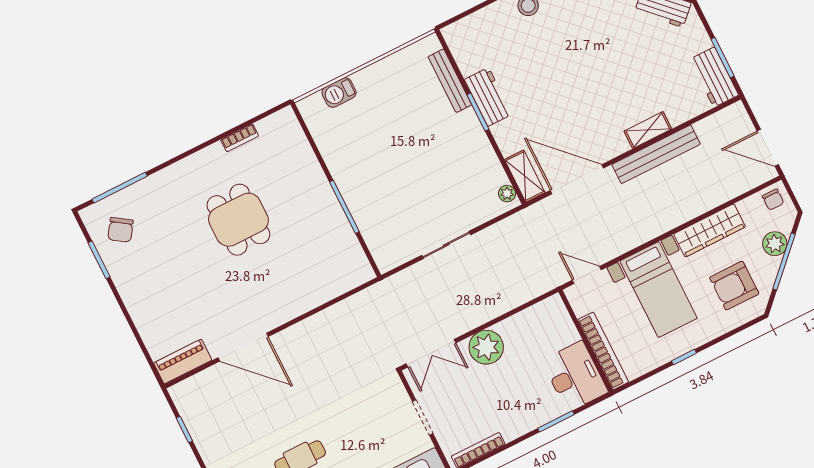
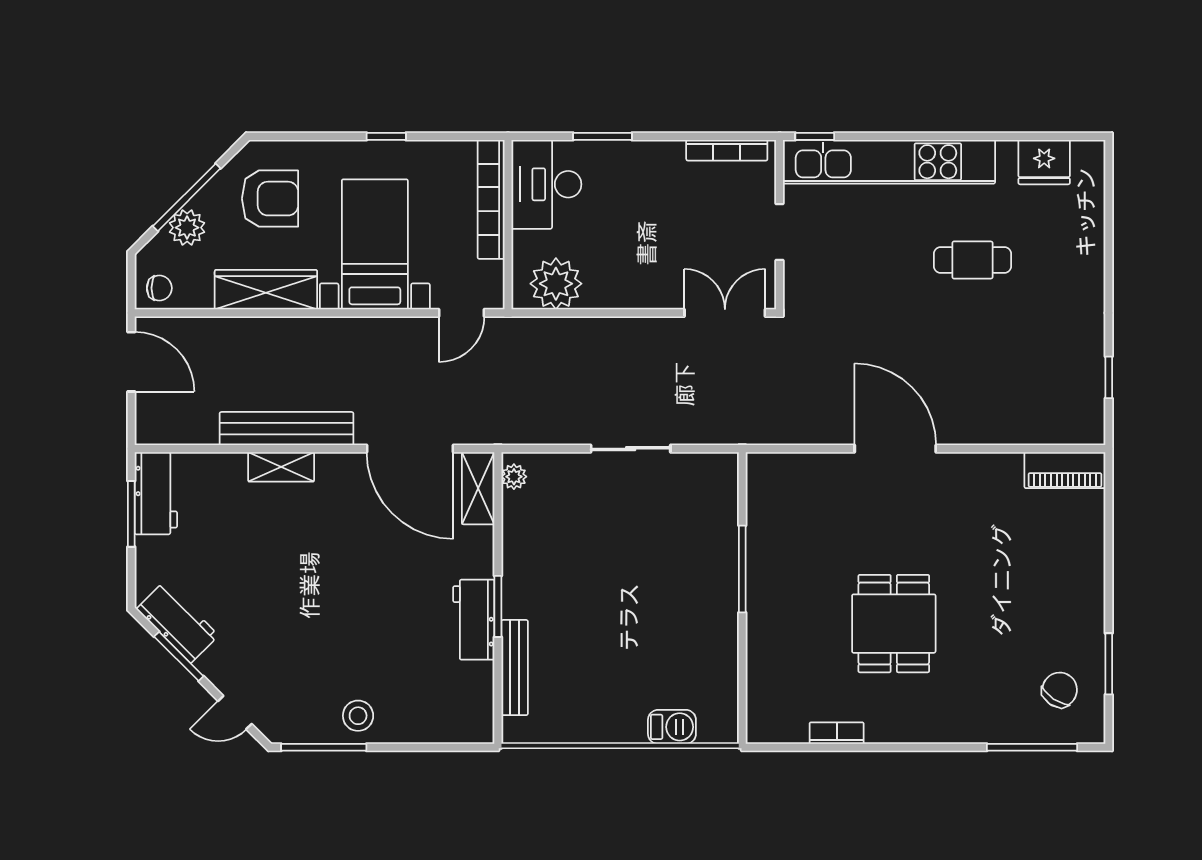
chair: (773, 200) -> (159, 288), turned 90
door: (587, 275) -> (462, 313), hinge flipped
door: (243, 347) -> (895, 449), moved
plant: (486, 347) -> (556, 284), moved

